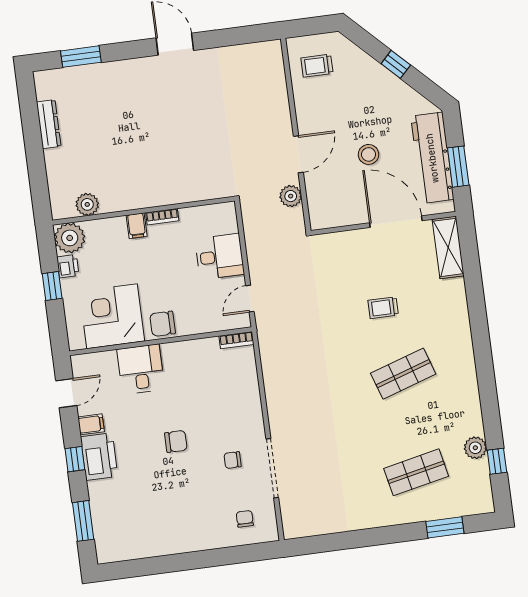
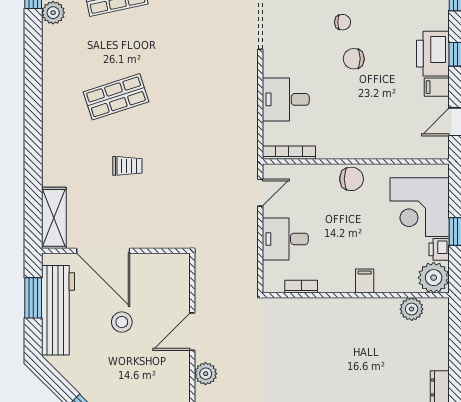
plant: (291, 196) -> (206, 374), moved
bookcase: (162, 217) -> (301, 287), moved
corner desk: (112, 316) -> (420, 207), moved, turned 90
bookcase: (236, 340) -> (289, 153), width x1.56
desk: (141, 369) -> (286, 99), moved, turned 90
chair: (233, 460) -> (343, 22), moved

